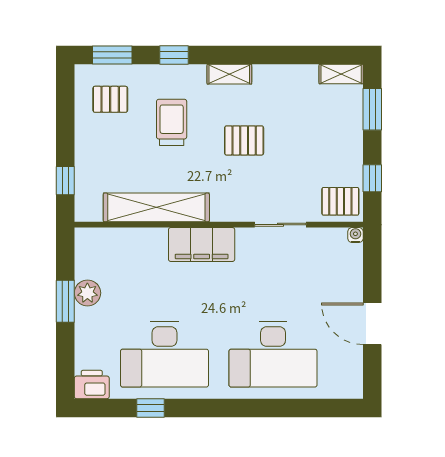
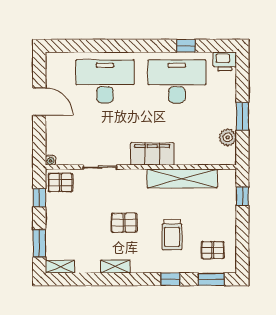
shelving: (229, 74) -> (115, 267), moved
plant: (87, 293) -> (228, 137), moved

